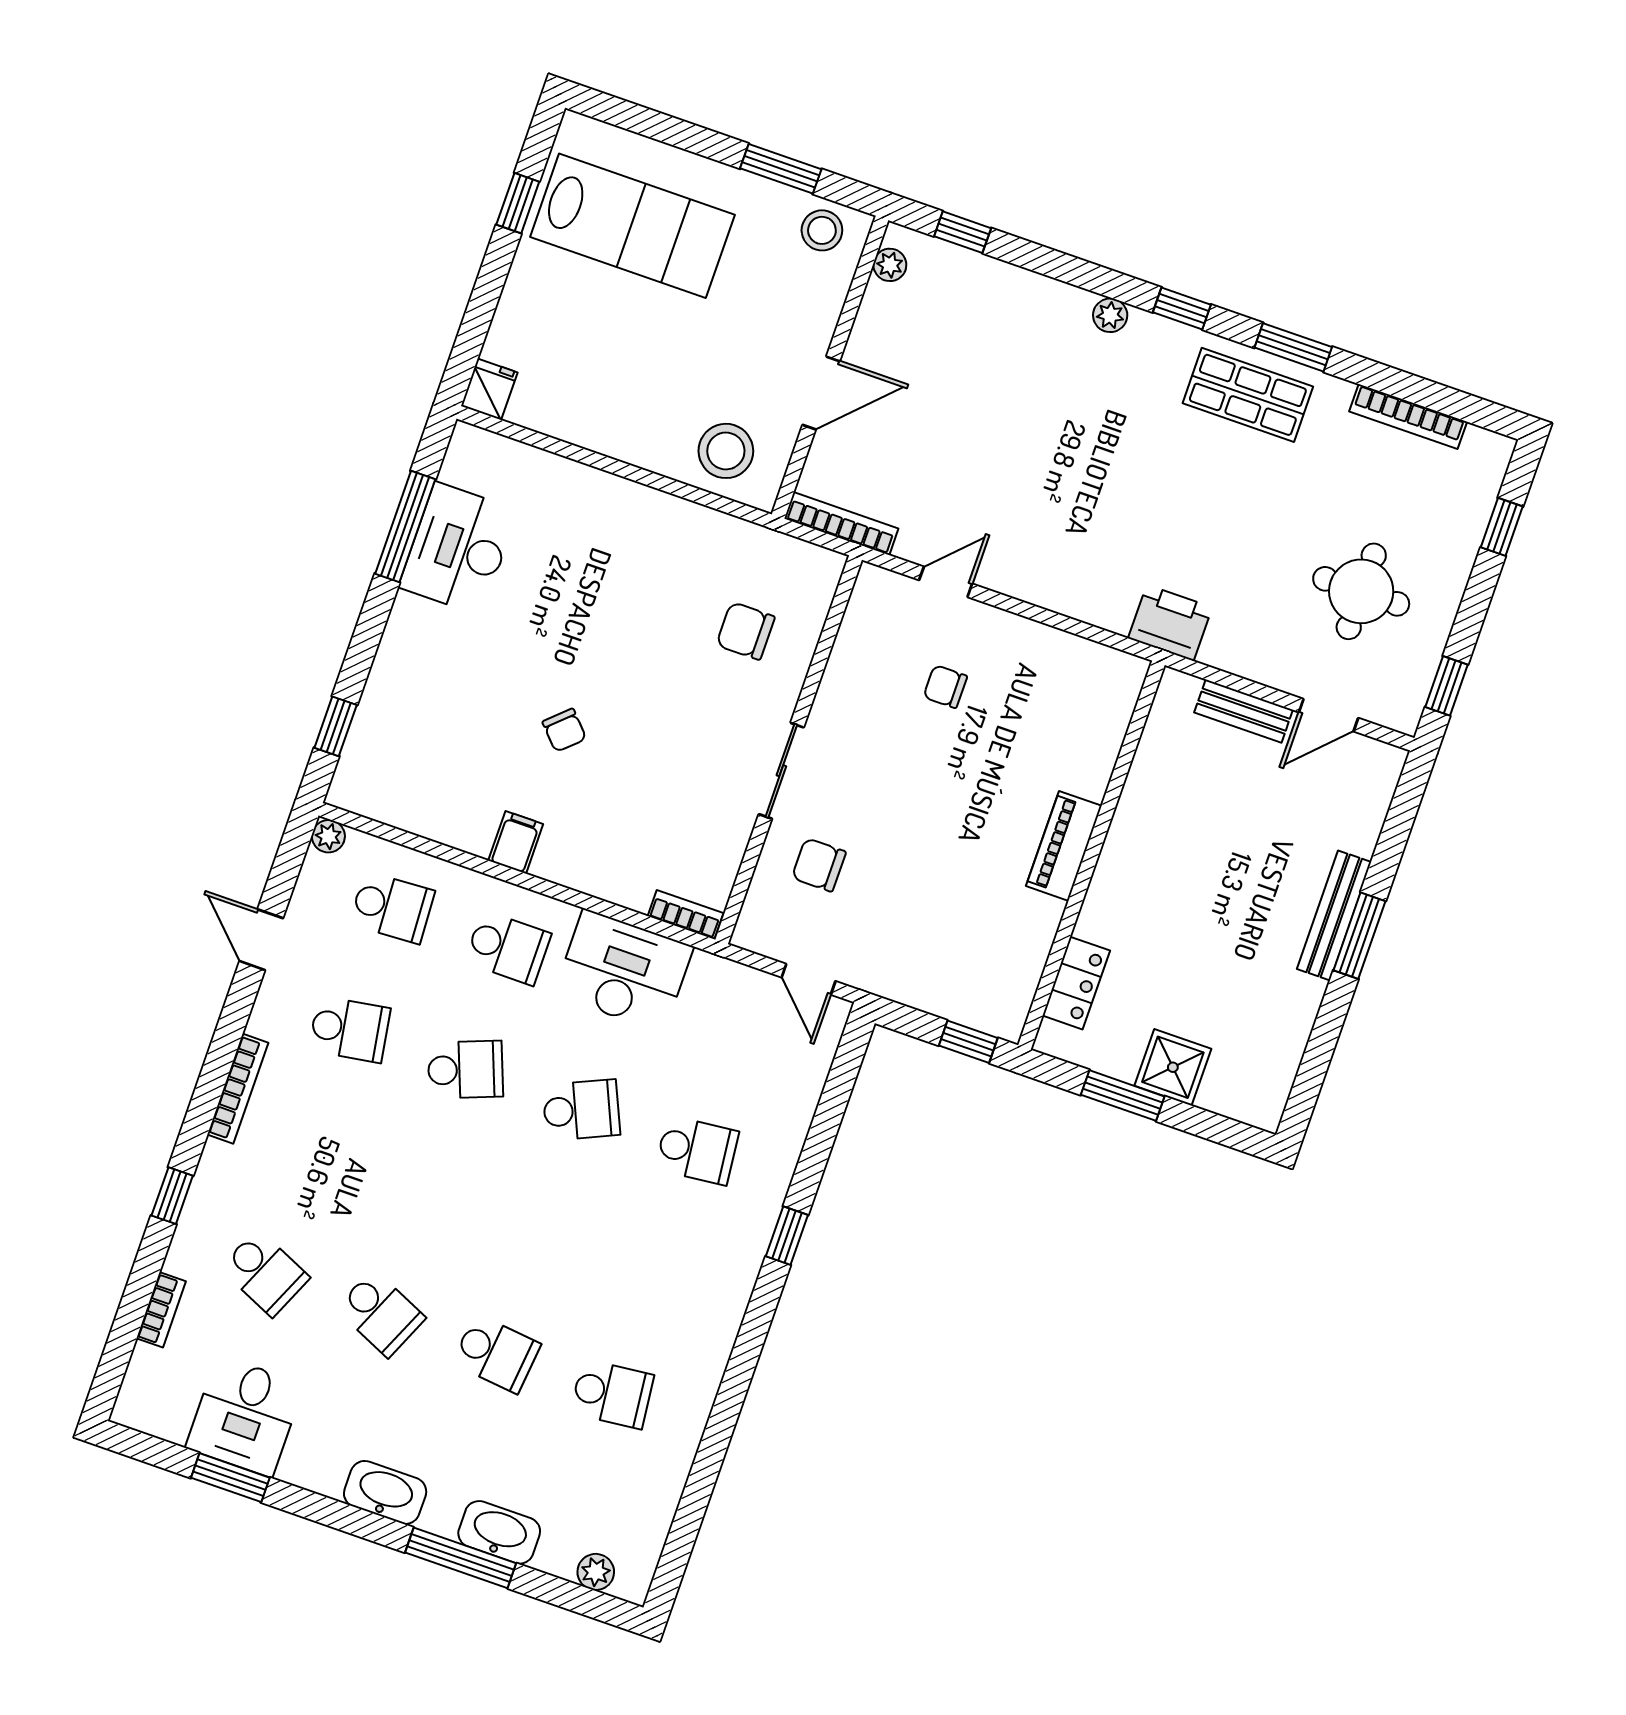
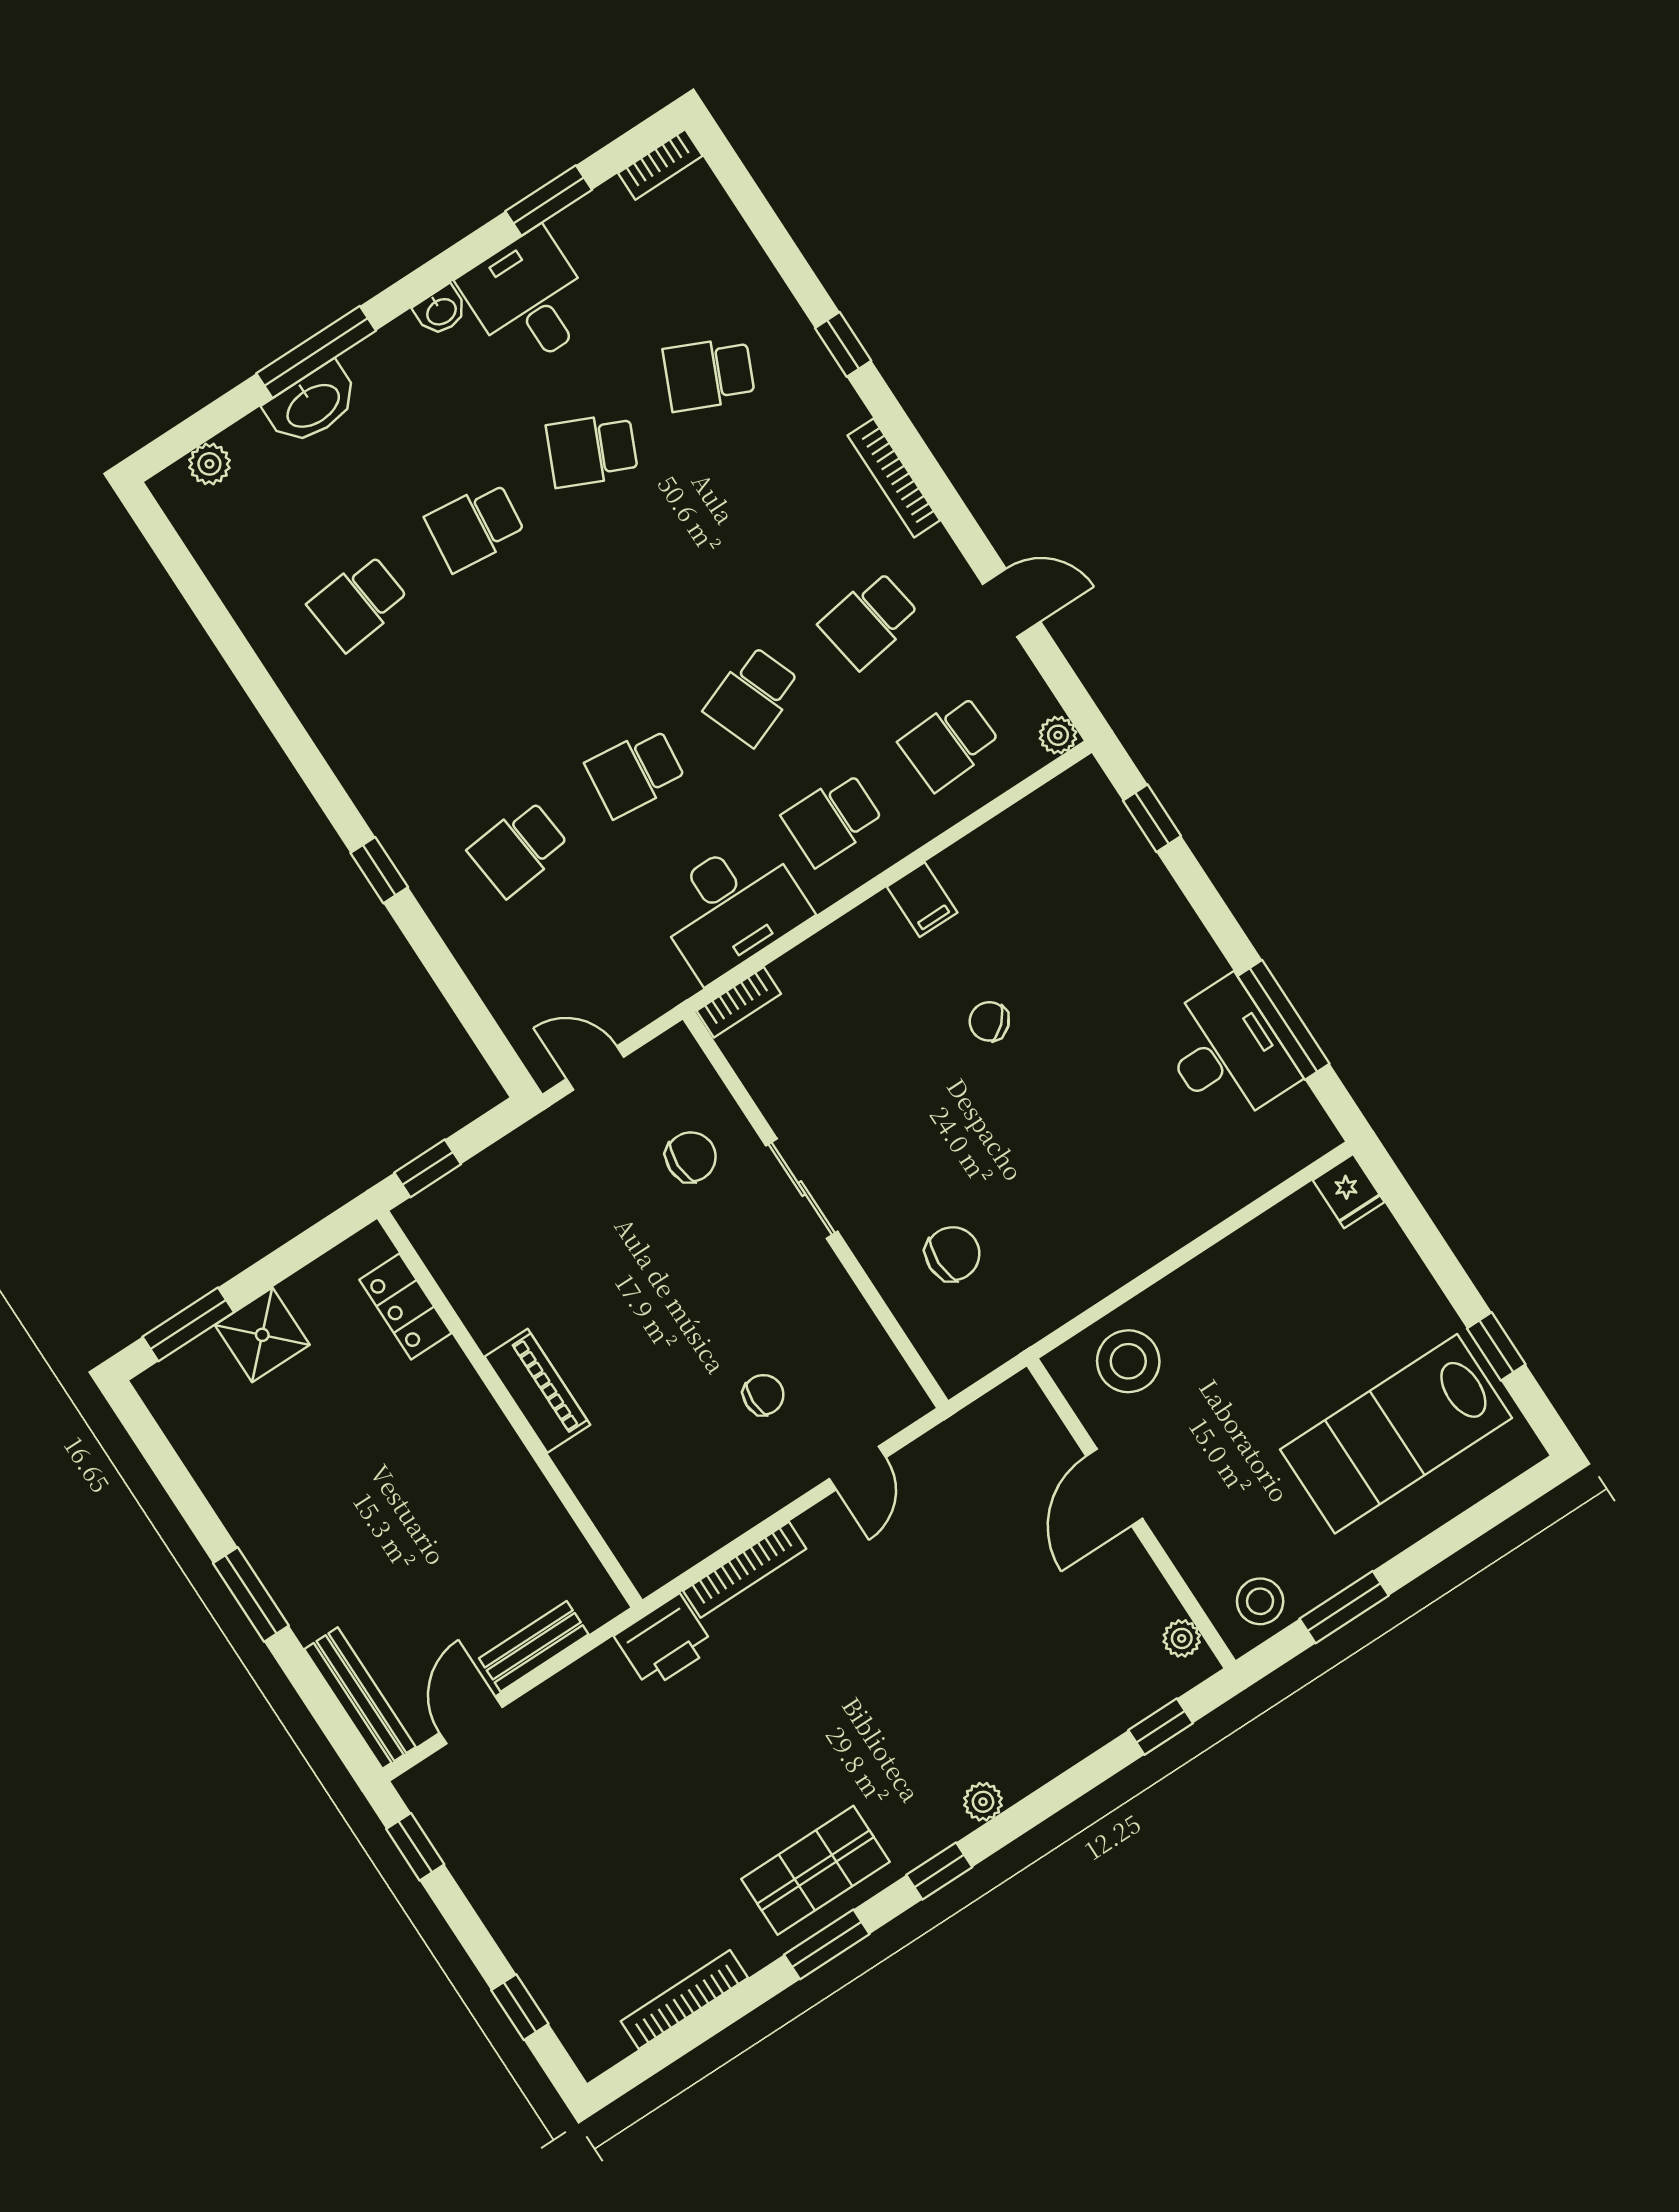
bookcase: (841, 524) -> (745, 1570), moved
round table: (1361, 591) -> (560, 1836), removed
bench: (1334, 915) -> (360, 1698), moved
window: (1123, 1096) -> (188, 1324), moved
school desk: (581, 1110) -> (636, 772), turned 30
bookcase: (161, 1310) -> (660, 164), moved, turned -90
desk: (245, 1416) -> (529, 299), moved
washbasin: (385, 1492) -> (441, 311), width x0.52, depth x0.69

